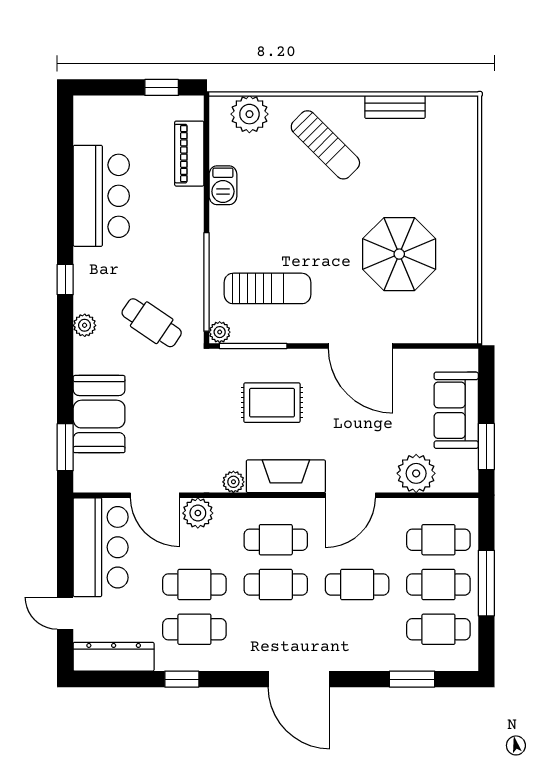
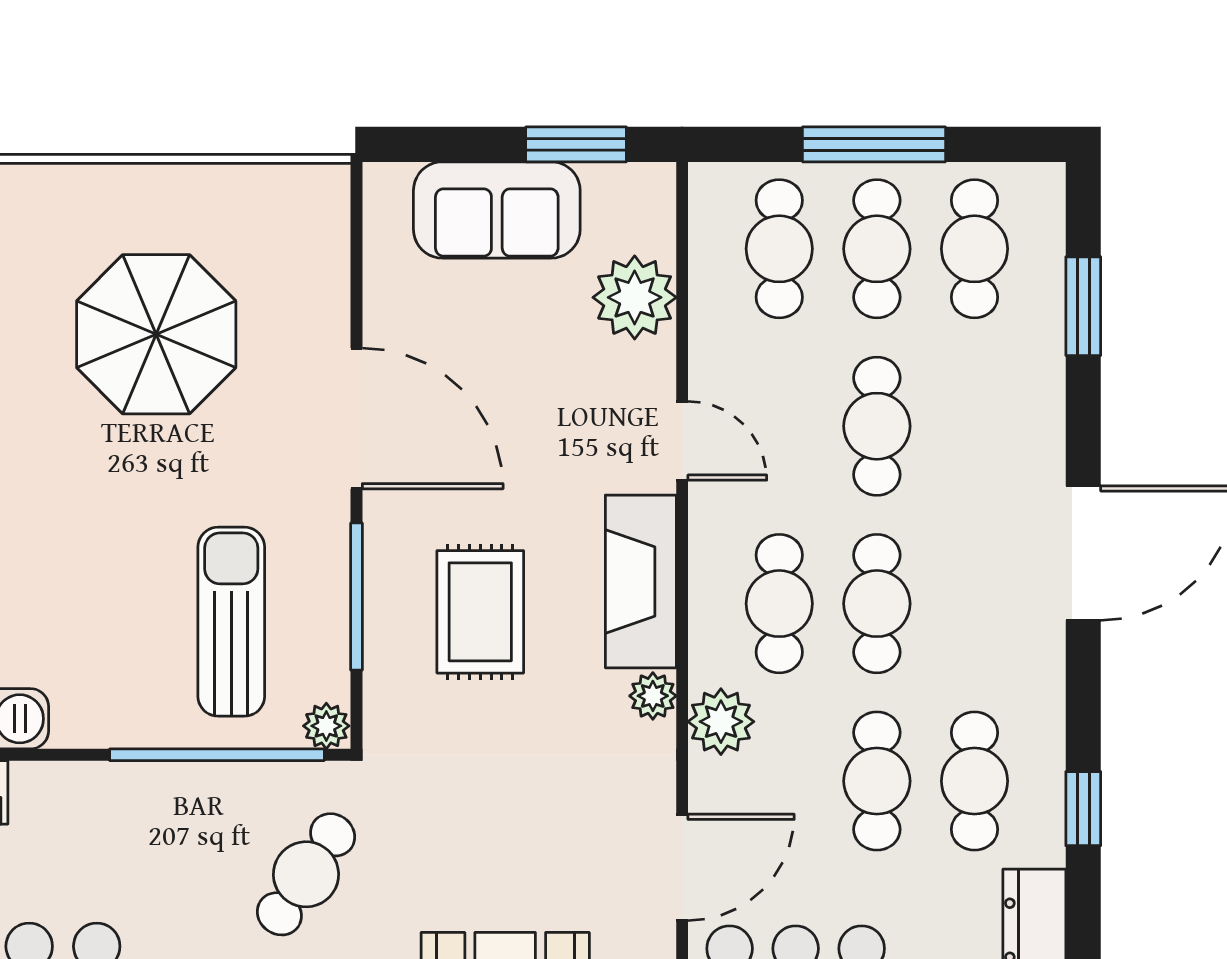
window: (253, 346) -> (357, 597), moved
door: (361, 346) -> (357, 418), hinge flipped
door: (350, 495) -> (682, 441), width x0.73
plant: (198, 513) -> (721, 722), moved

